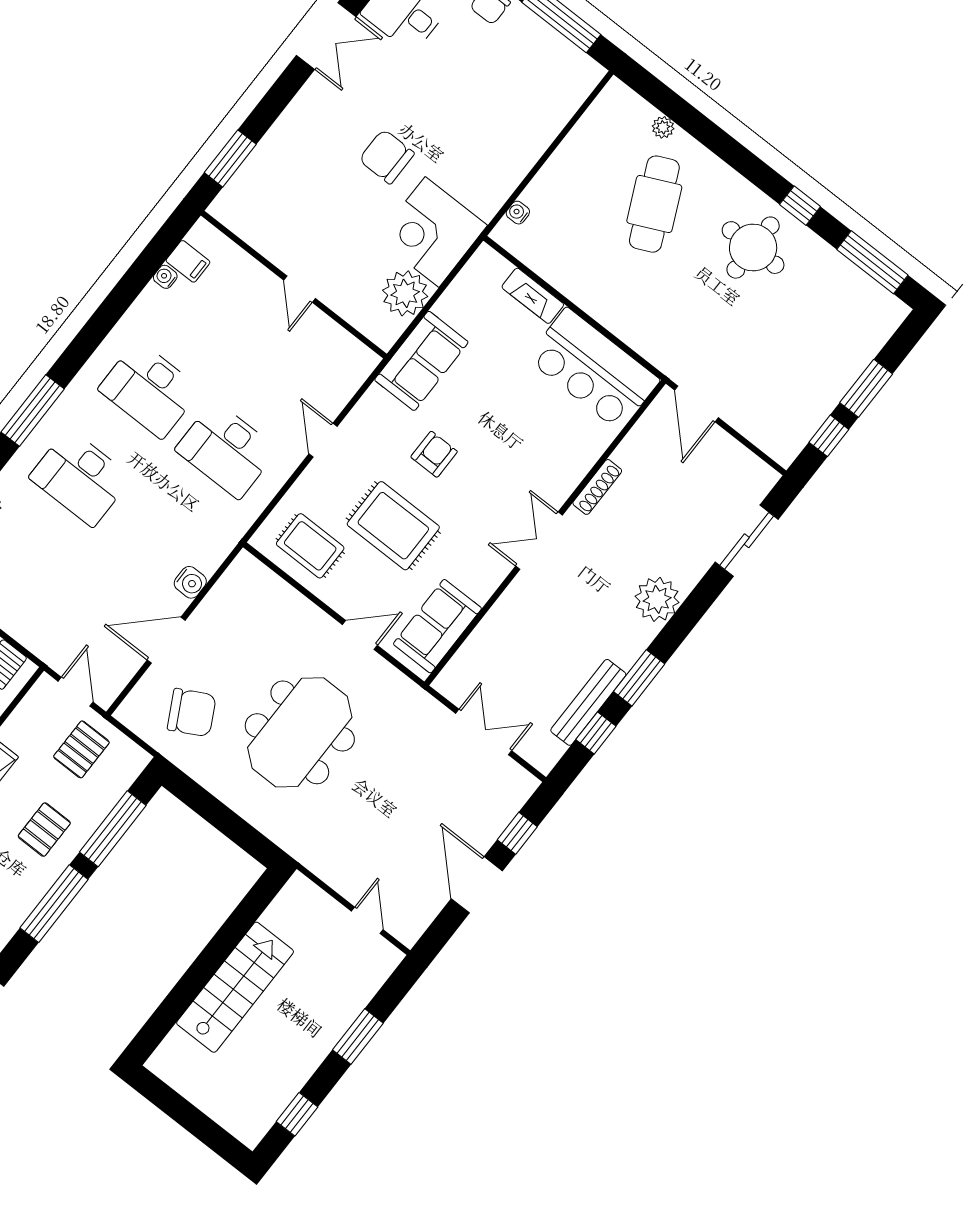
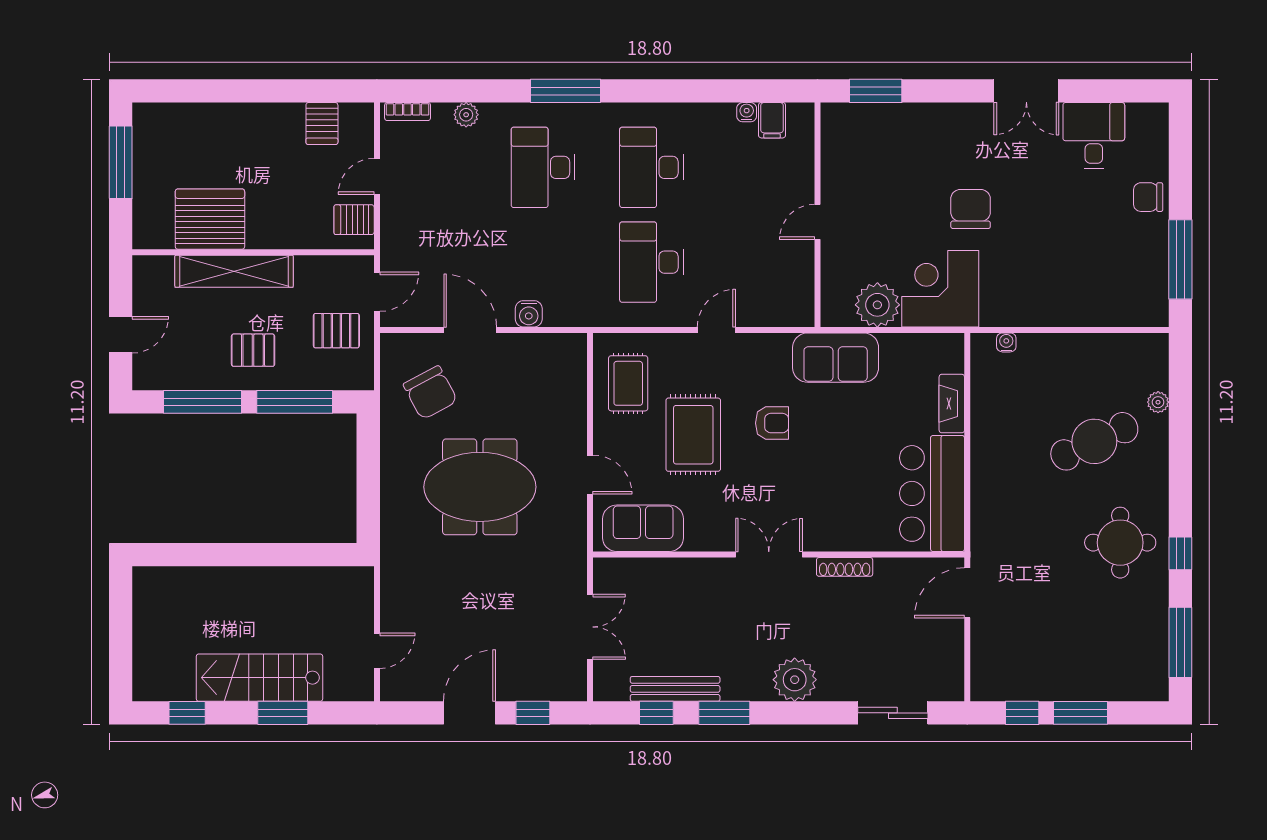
stairs: (235, 987) -> (259, 678), moved, turned 180

